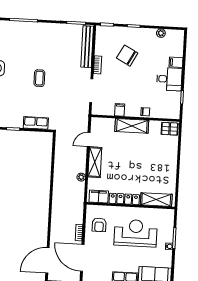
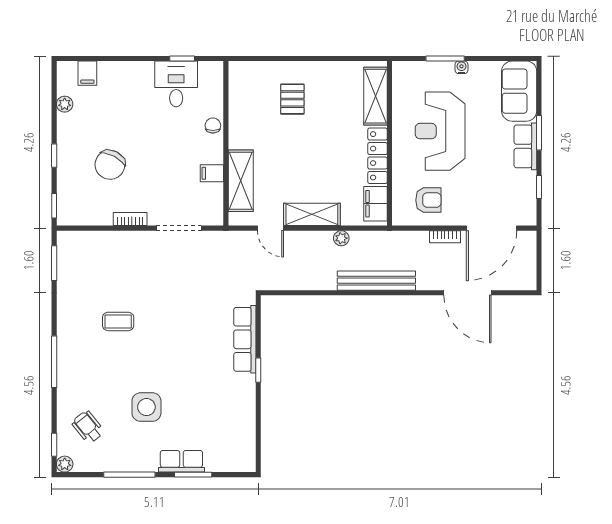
bench: (87, 47) -> (376, 281), moved
filing cabinet: (176, 62) -> (87, 73), moved
coffee table: (39, 78) -> (118, 321), moved
desk: (169, 79) -> (176, 84), moved
row of seats: (36, 123) -> (245, 339), width x1.48
shelving: (132, 126) -> (241, 181), moved
pallet: (170, 129) -> (292, 99), moved
door: (47, 260) -> (467, 293), moved

